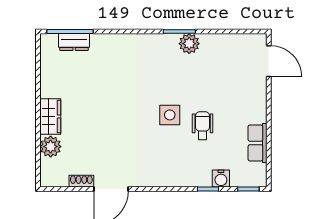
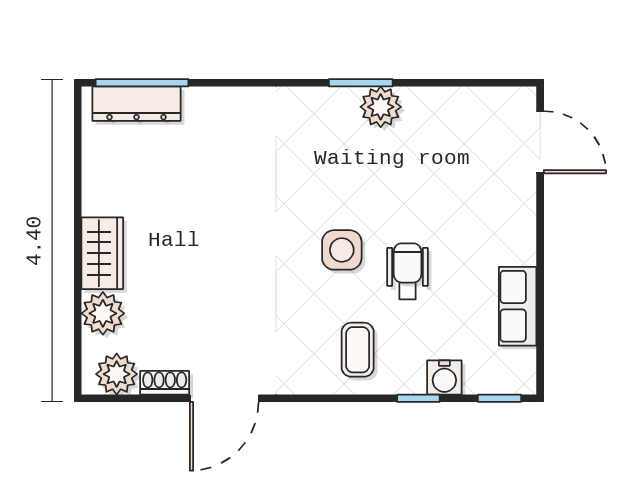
dresser: (74, 42) -> (137, 104), width x1.44
coffee table: (178, 165) -> (358, 350), added
plant: (57, 177) -> (117, 374), added

